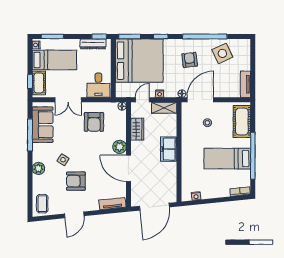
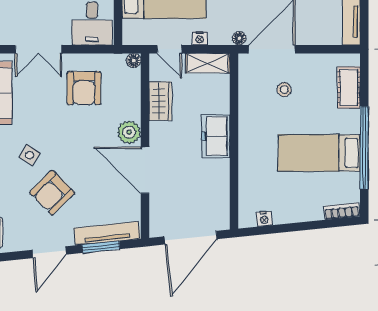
door: (142, 100) -> (169, 49), swing flipped
cot: (242, 122) -> (349, 88), width x0.73, depth x0.75
armchair: (76, 181) -> (52, 193), turned -45
tv unit: (112, 204) -> (107, 233), width x1.41
window: (104, 212) -> (101, 247), added

